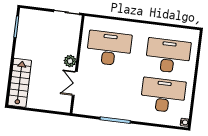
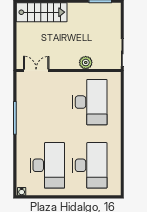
plant: (70, 61) -> (86, 63), moved
double door: (75, 83) -> (36, 70), moved

